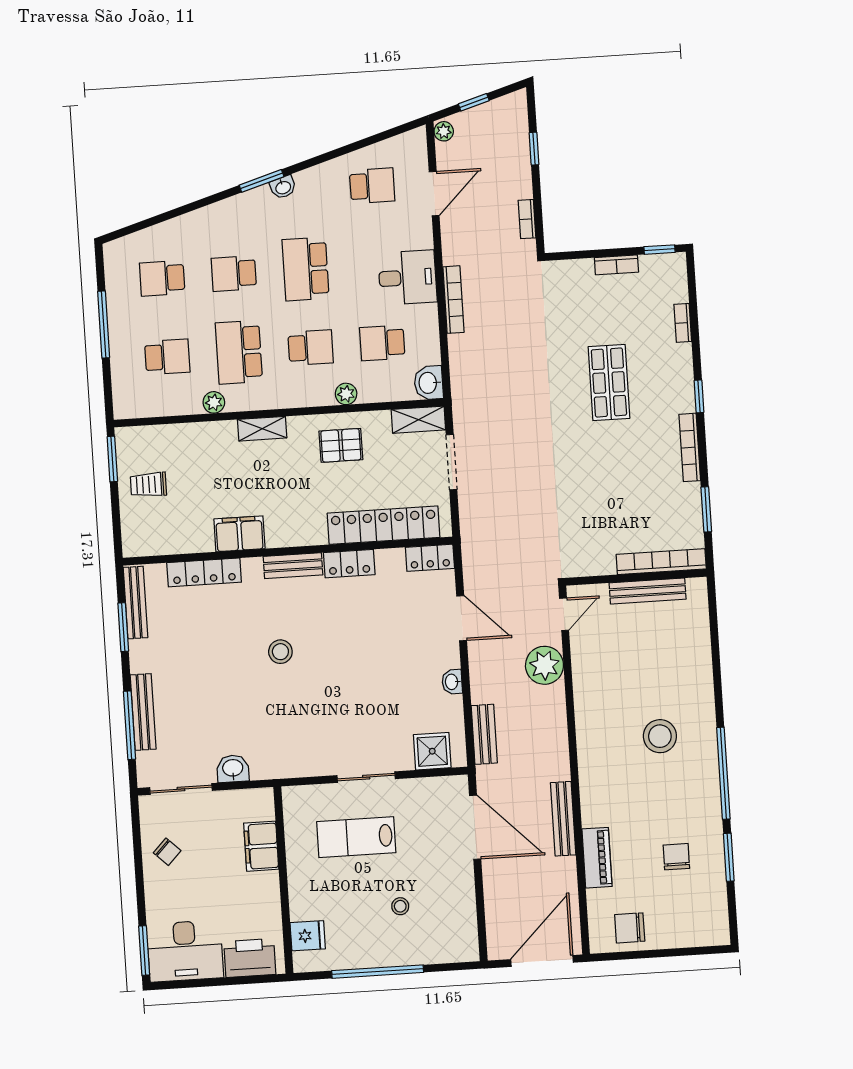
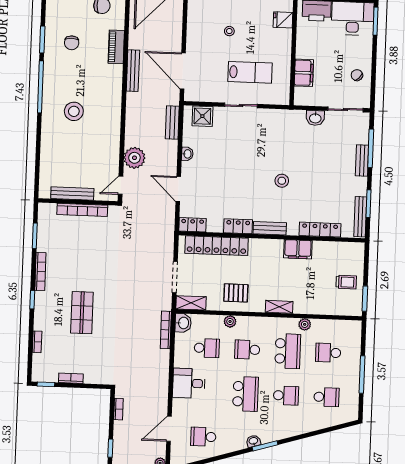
bookcase: (453, 300) -> (166, 330), moved
bookcase: (661, 562) -> (82, 210), moved
bench: (143, 712) -> (362, 161), width x0.73

